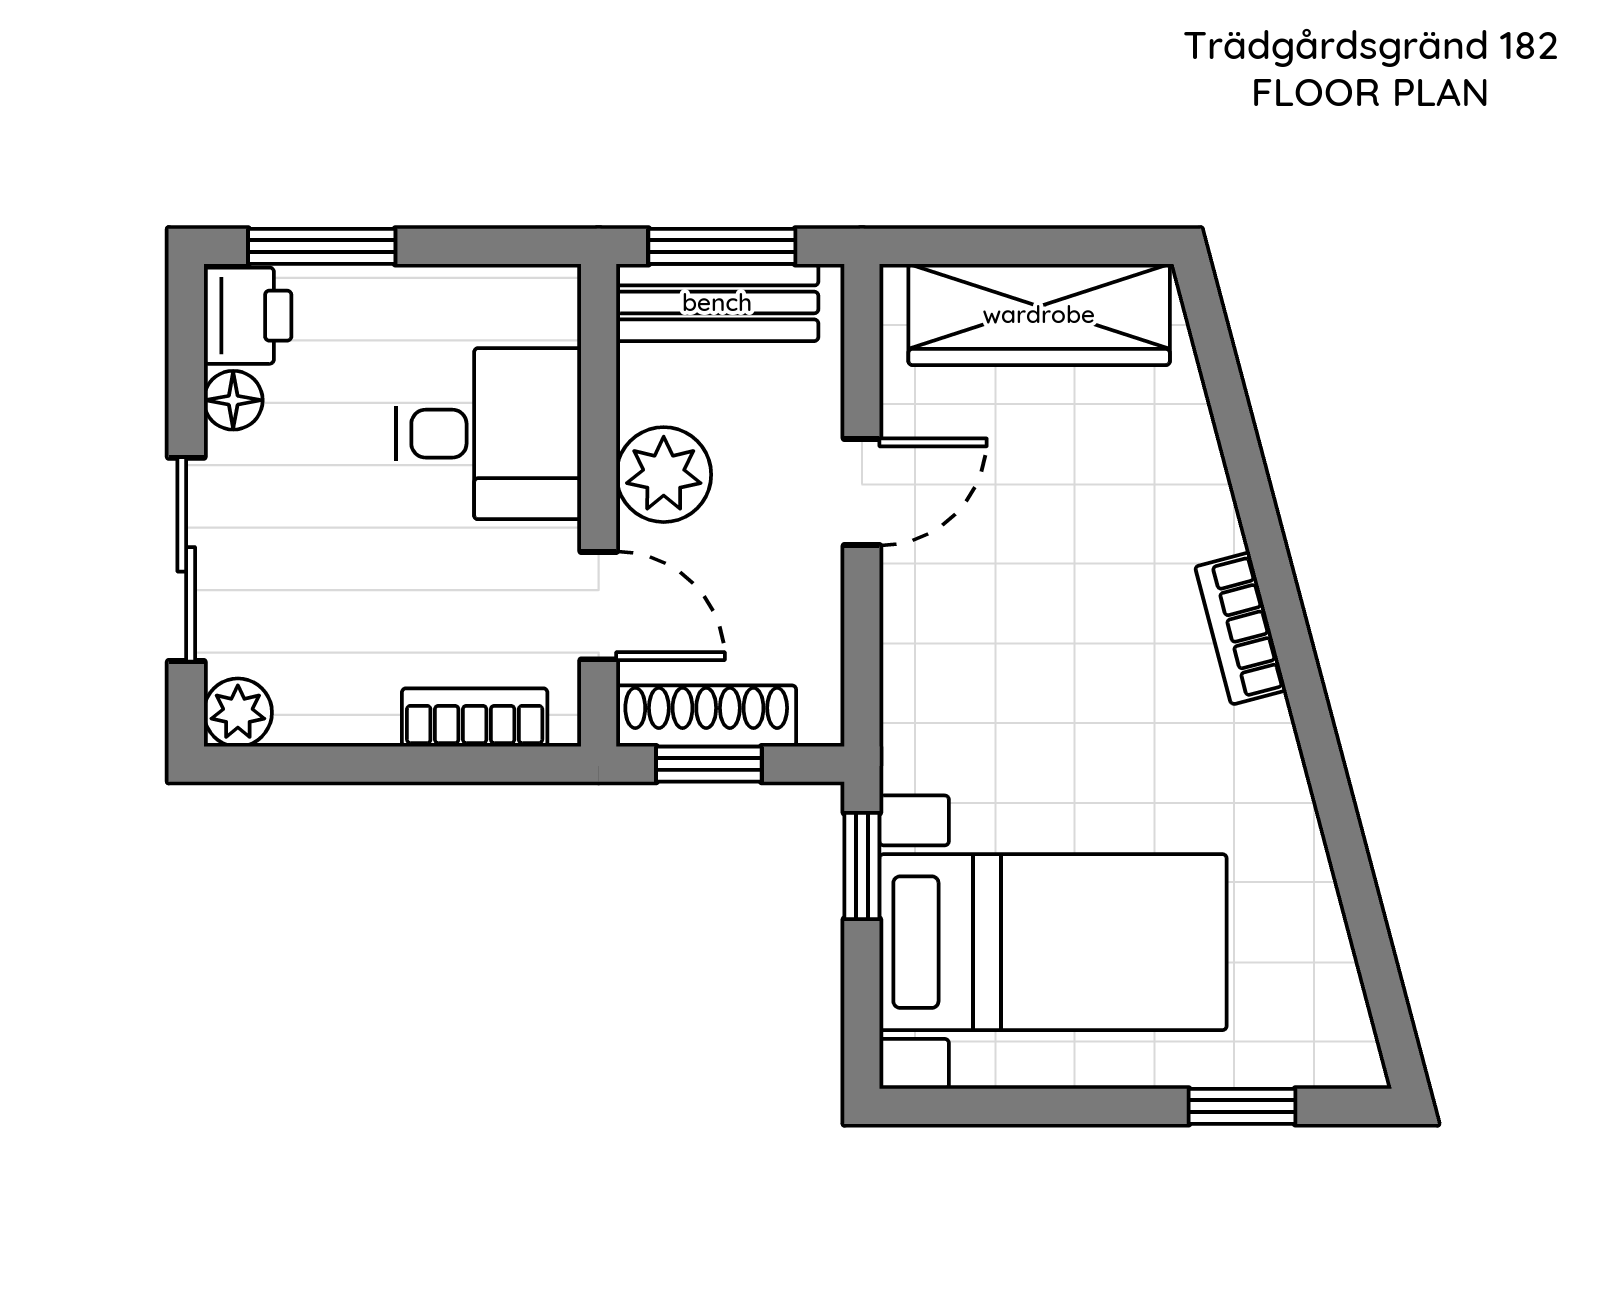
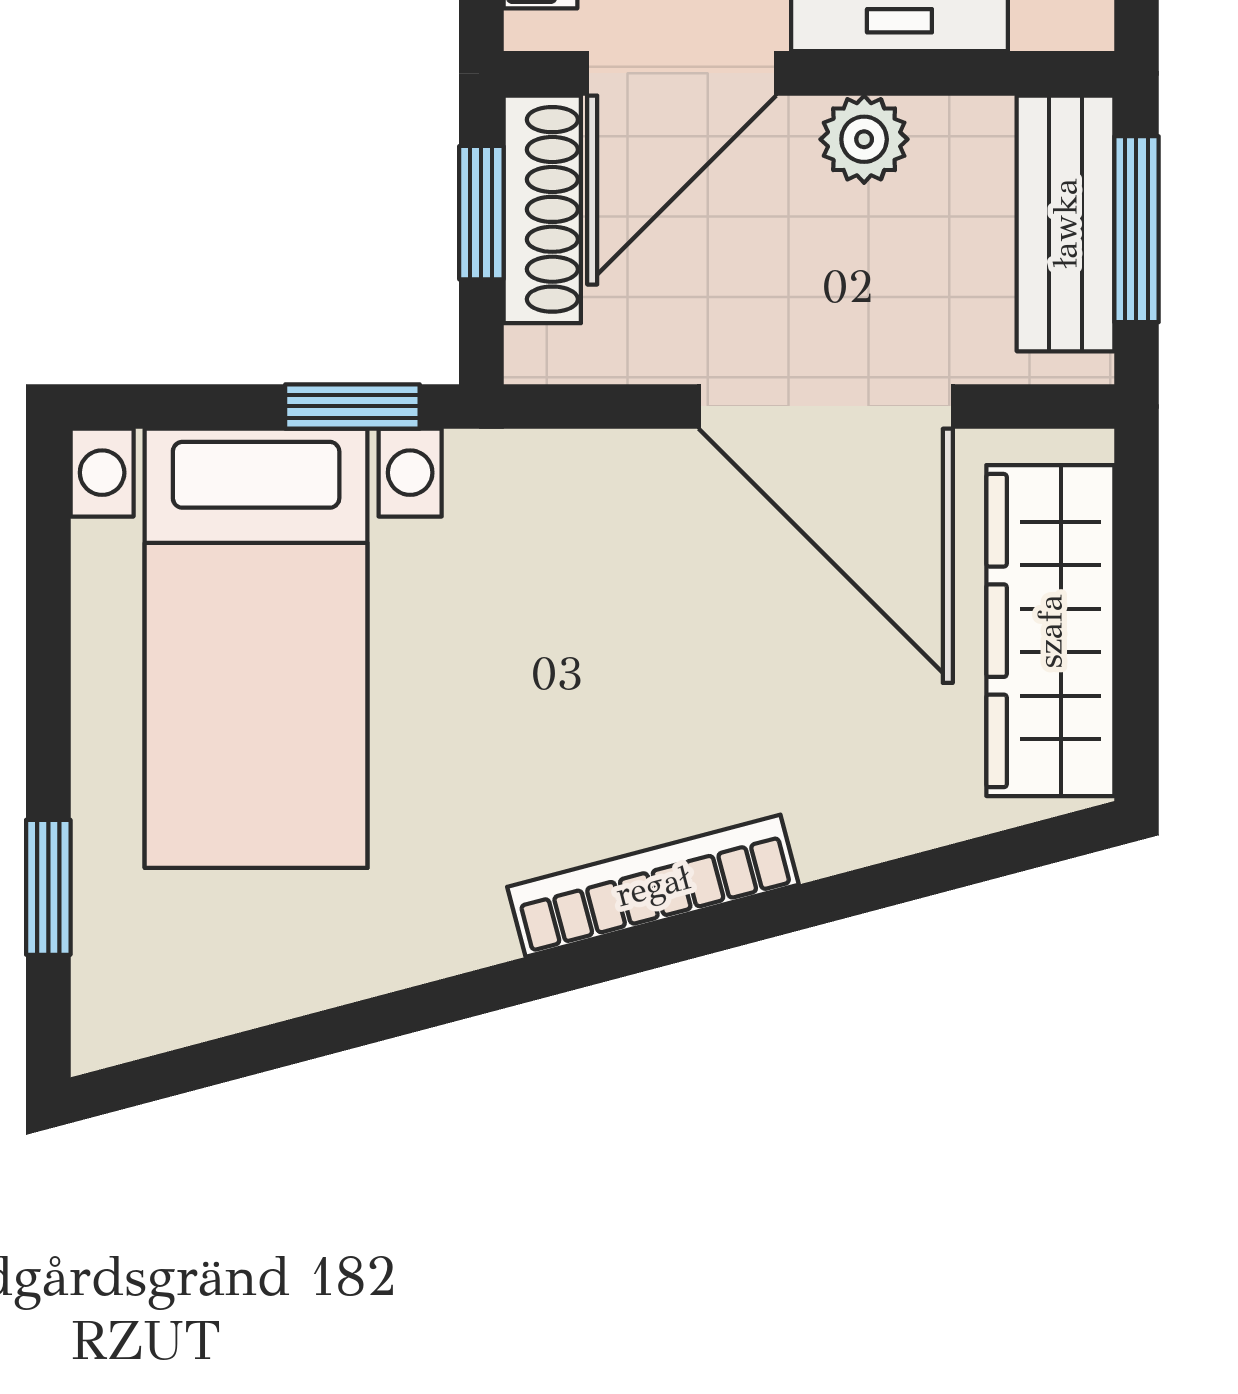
plant: (664, 475) -> (864, 139), width x0.73, depth x0.73
door: (862, 492) -> (826, 406), width x1.88
door: (599, 606) -> (682, 73), width x1.38
bookcase: (1241, 628) -> (653, 886), width x1.56

